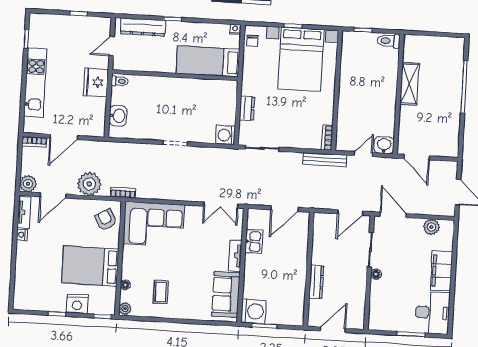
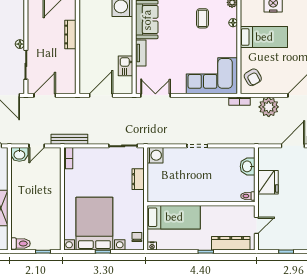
fridge: (96, 82) -> (268, 182), moved
bed: (90, 266) -> (264, 37), width x0.67

